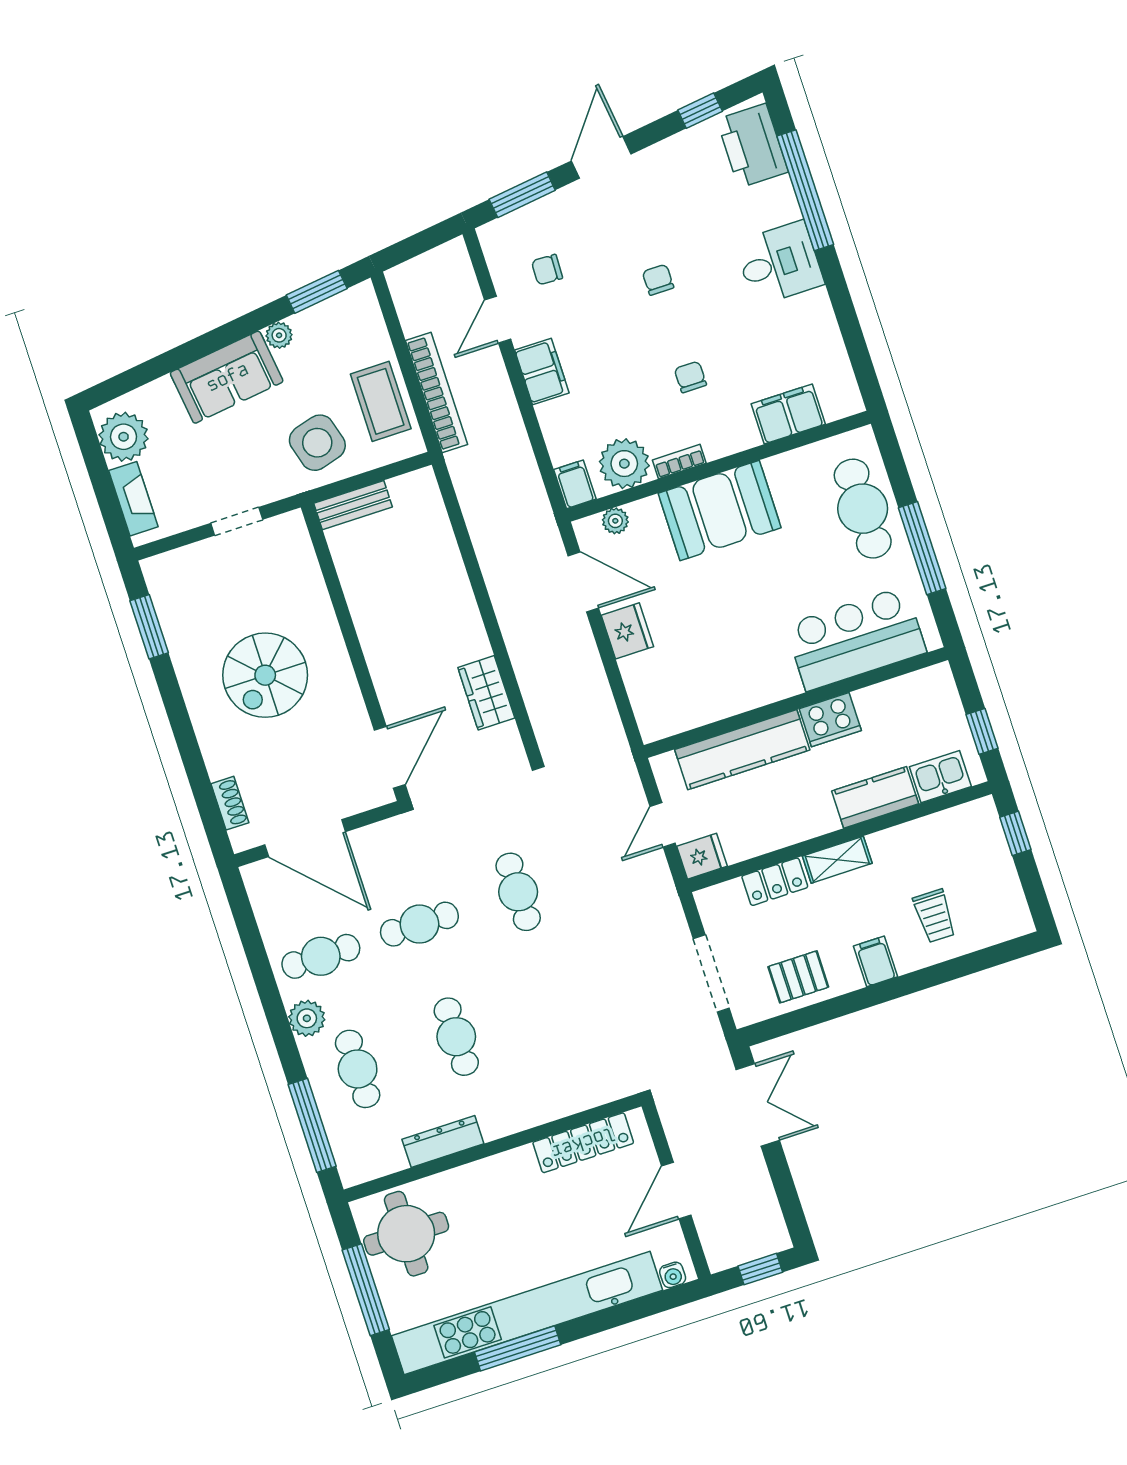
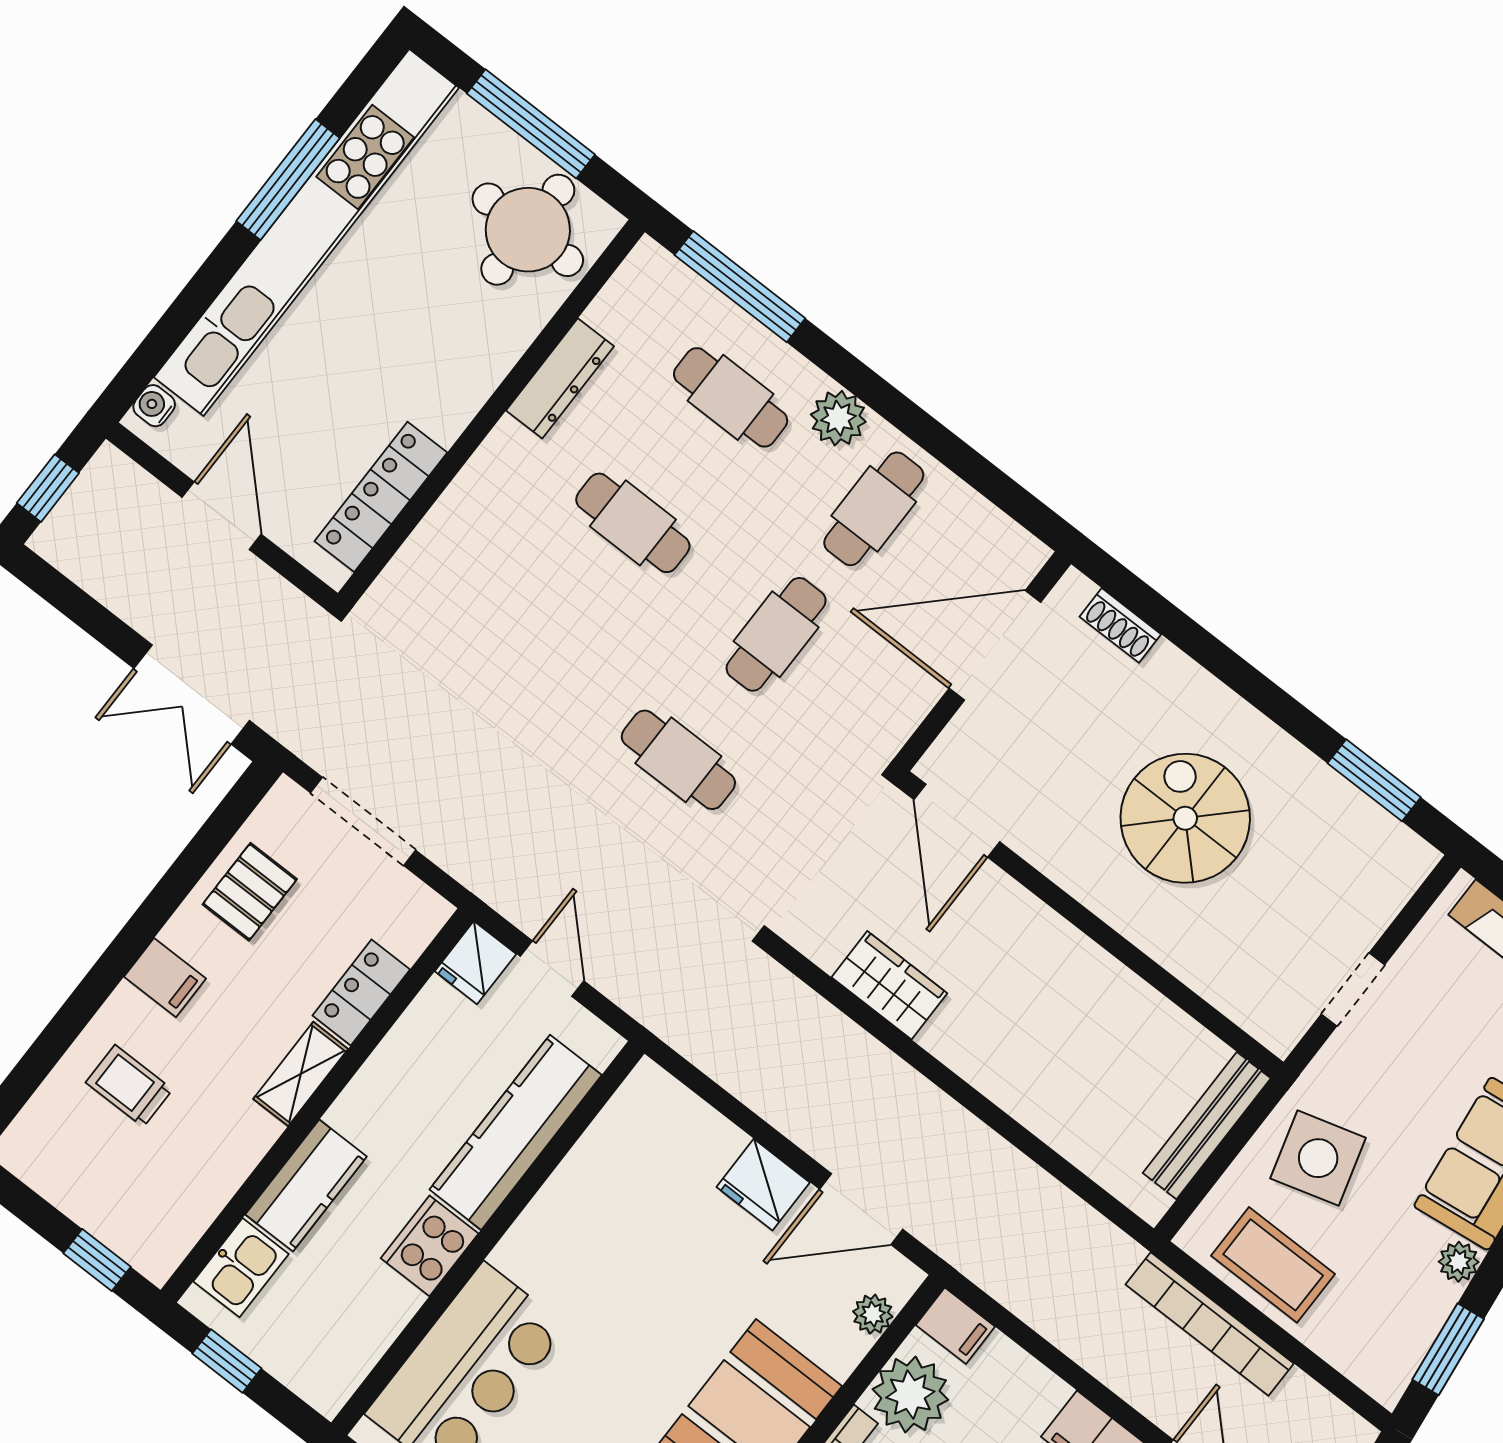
bench: (353, 505) -> (1207, 1126), width x1.36

